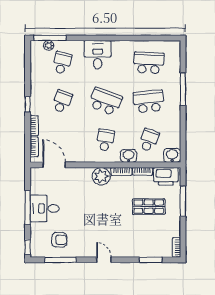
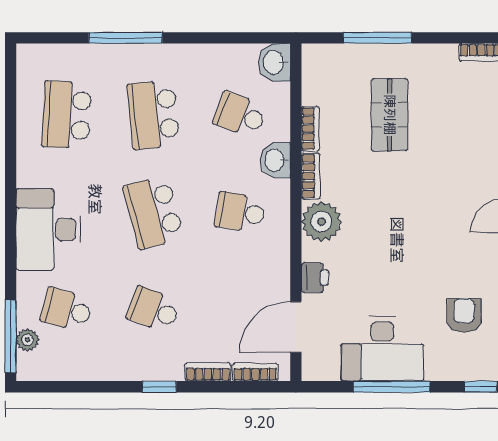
desk: (98, 55) -> (48, 230), width x1.37
school desk: (105, 101) -> (153, 212), turned -36
printer: (166, 176) -> (315, 278), moved, width x0.53, depth x0.68
desk: (45, 208) -> (382, 349), width x1.37

